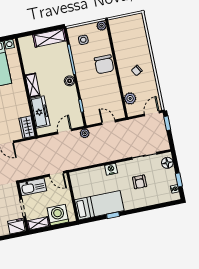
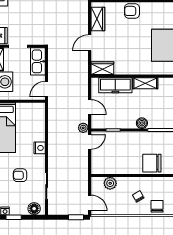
chair: (142, 52) -> (157, 206), added
door: (108, 122) -> (90, 142), moved

